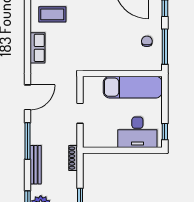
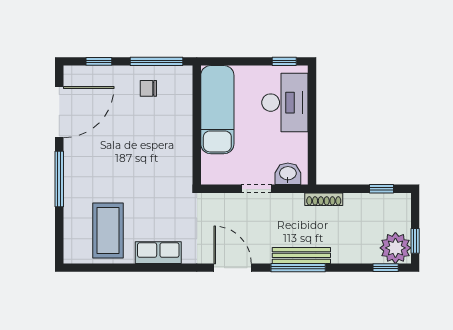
coffee table: (52, 14) -> (108, 230), width x1.36, depth x1.32
washbasin: (90, 134) -> (288, 174), added
bench: (36, 165) -> (301, 255), moved

